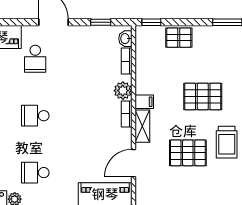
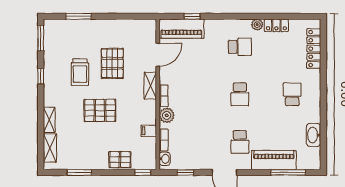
school desk: (35, 59) -> (240, 142), turned 180
filing cabinet: (144, 102) -> (149, 131), moved
school desk: (35, 116) -> (240, 94), turned 90
trolley: (227, 142) -> (80, 72), turned 180
pallet: (188, 153) -> (112, 63), turned 90

